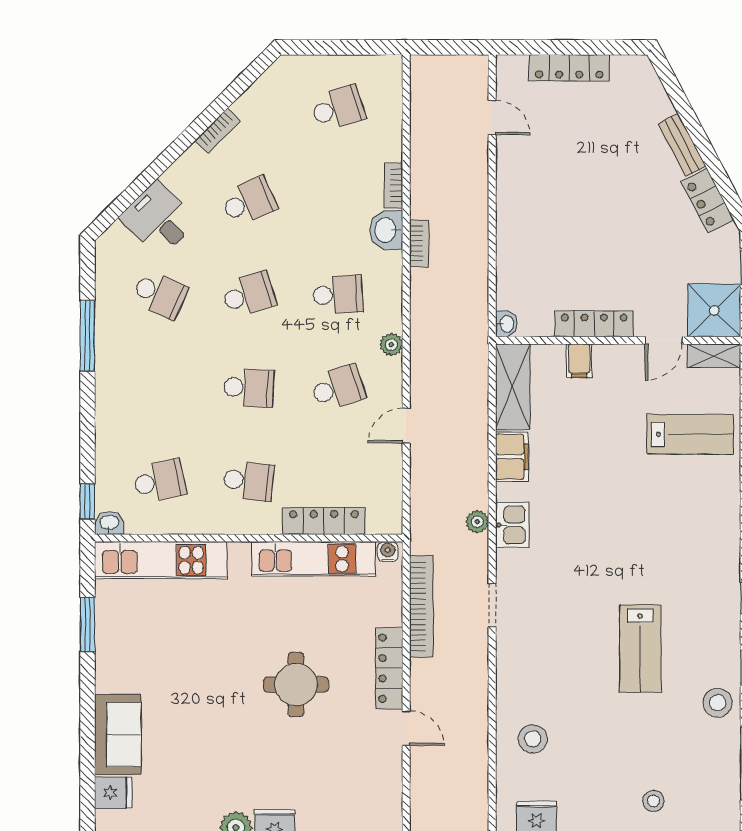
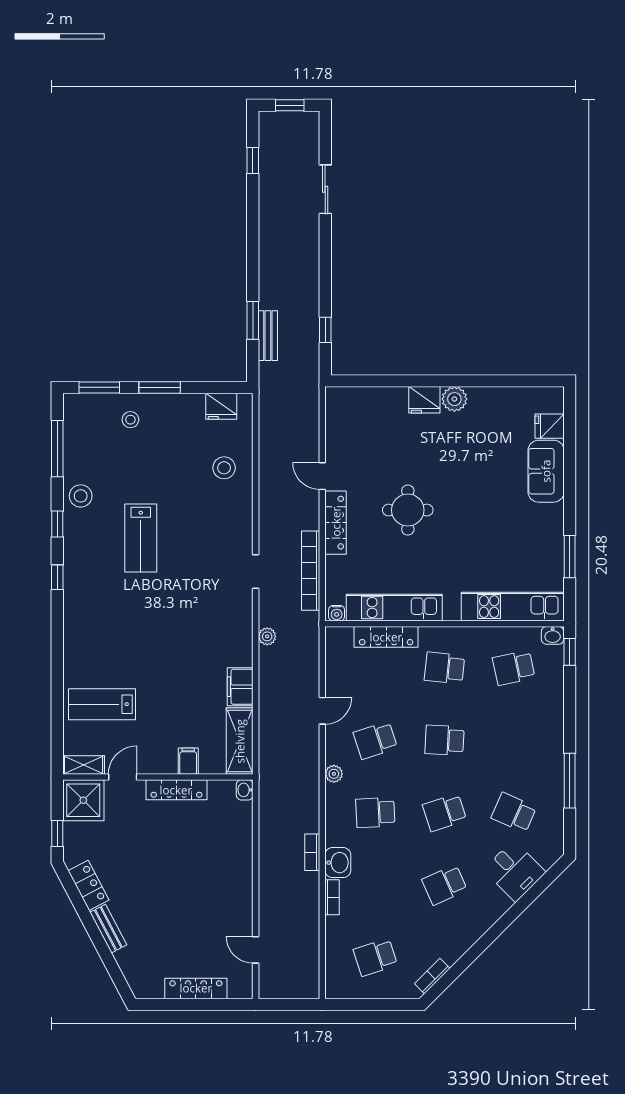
bookcase: (218, 131) -> (432, 976), moved
kitchen sink: (512, 525) -> (240, 634), removed
lab bench: (640, 649) -> (141, 538), turned 180

